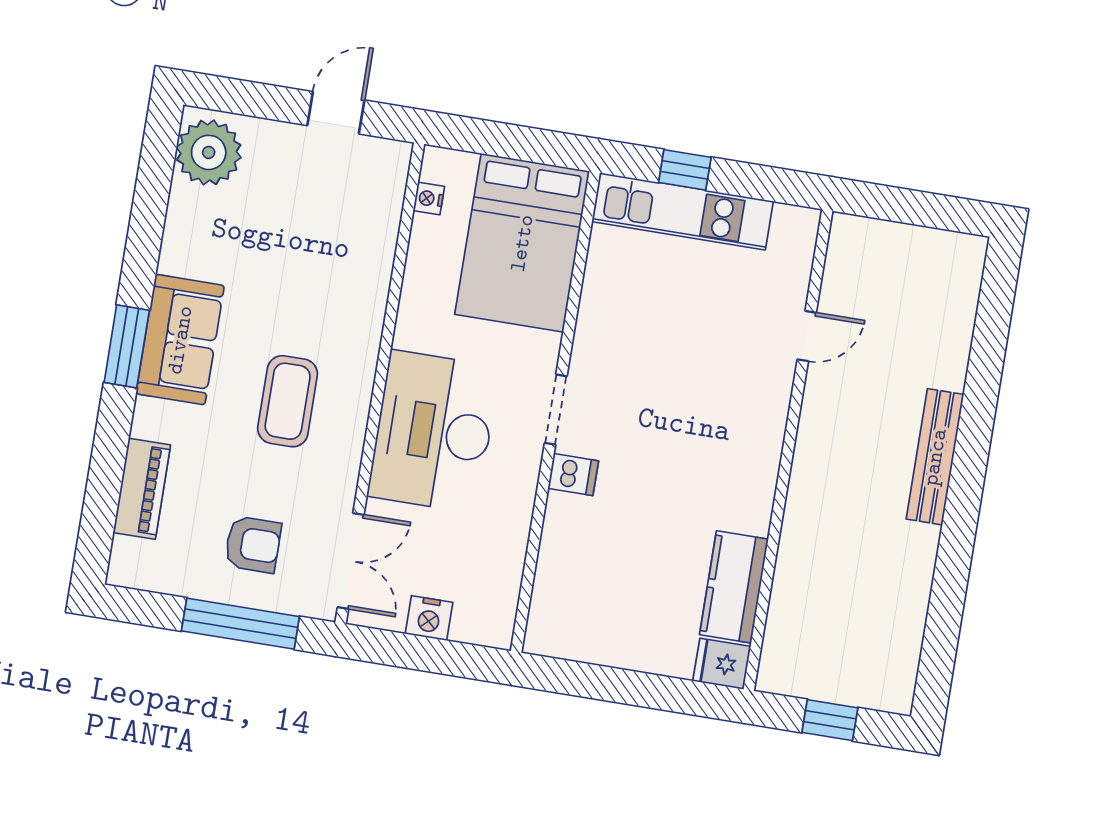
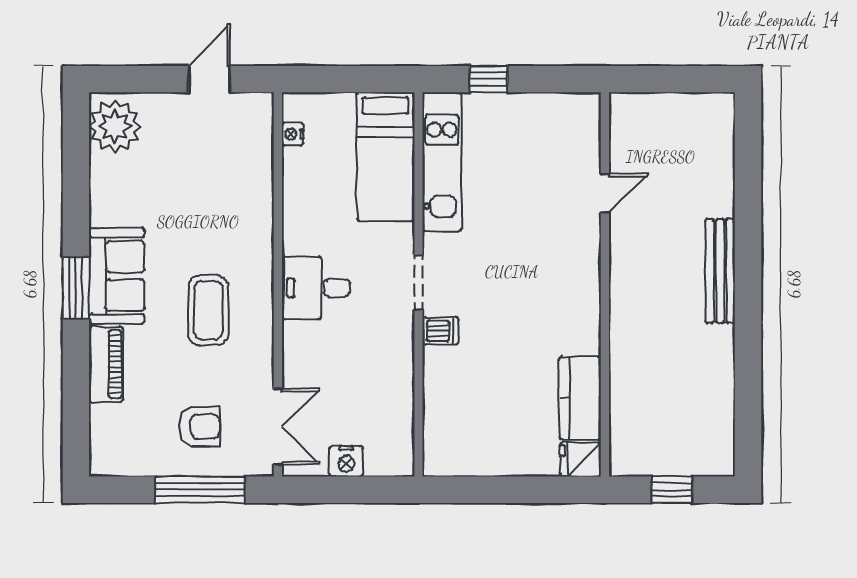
kitchen unit: (682, 211) -> (442, 162), moved, turned -90
bed: (522, 243) -> (386, 157), width x0.67
desk: (433, 432) -> (316, 288), width x0.53, depth x0.77
piano: (142, 489) -> (106, 364), moved

